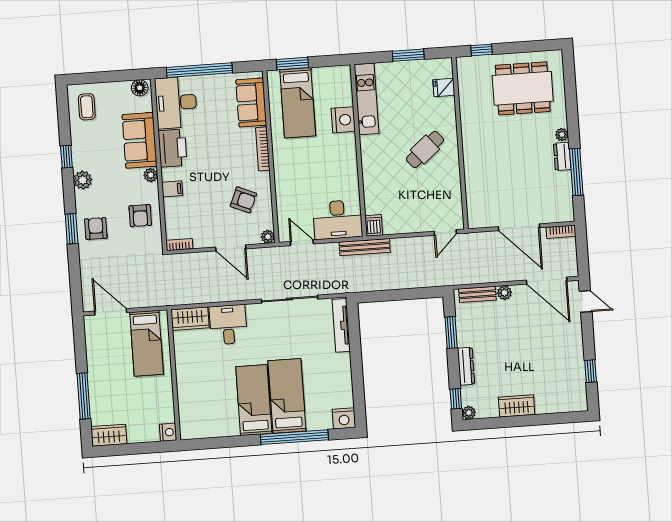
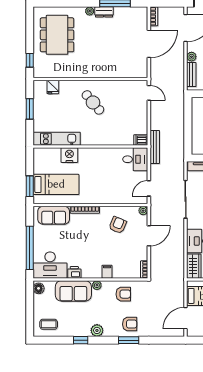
printer: (173, 148) -> (74, 272), width x0.53, depth x0.68
desk: (338, 220) -> (135, 159), width x0.73
armchair: (96, 228) -> (130, 324), turned 180

